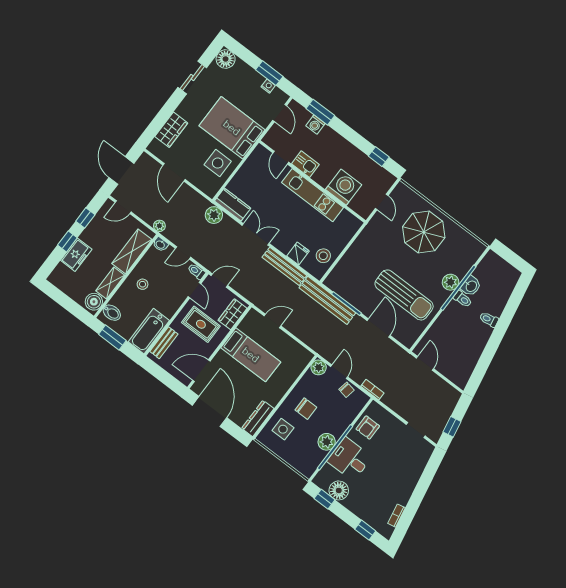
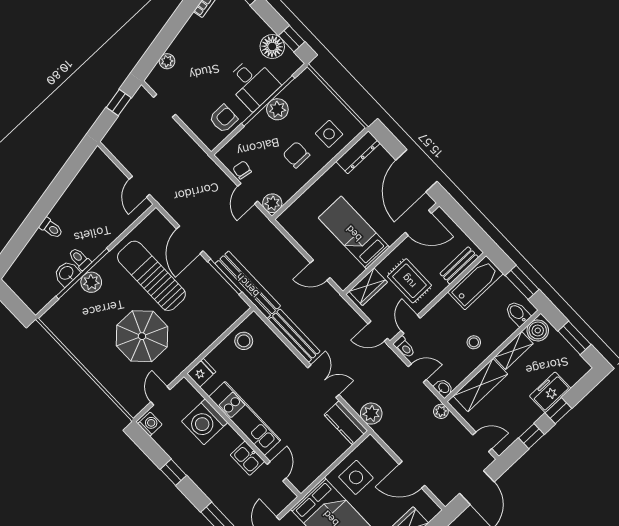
washing machine: (316, 125) -> (150, 424), moved
window: (379, 157) -> (173, 472), moved
door: (174, 172) -> (412, 475), swing flipped
parasol: (424, 232) -> (142, 336), moved
double door: (256, 234) -> (323, 381), swing flipped
fridge: (298, 254) -> (201, 373), moved, turned 180
window: (64, 301) -> (574, 338), added
bookcase: (372, 390) -> (210, 165), removed
plant: (419, 465) -> (167, 61), added

